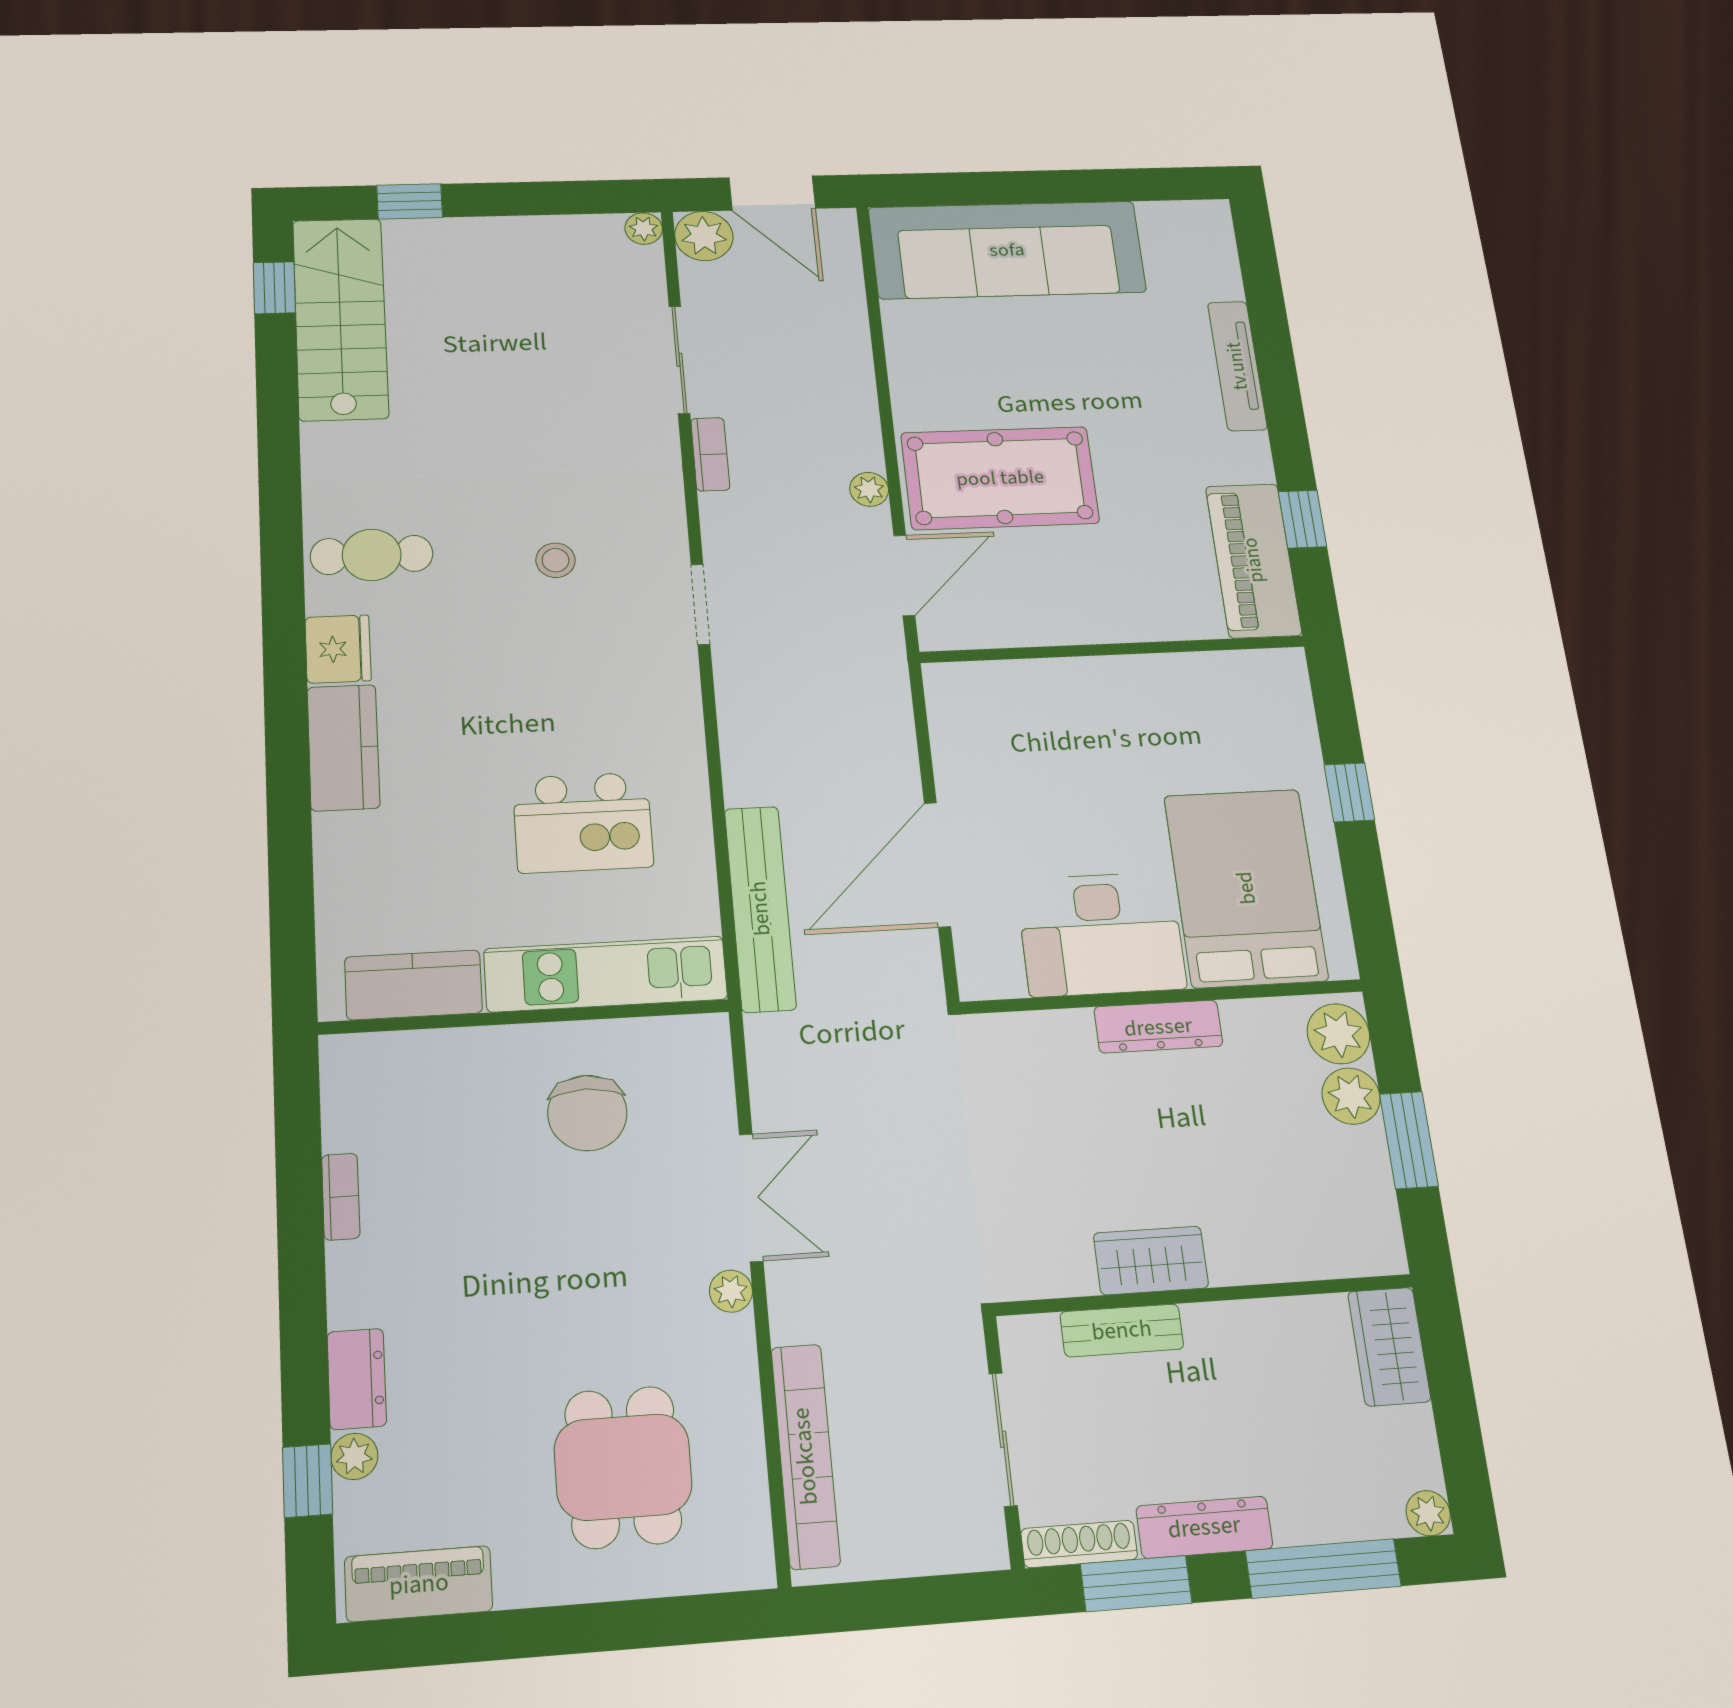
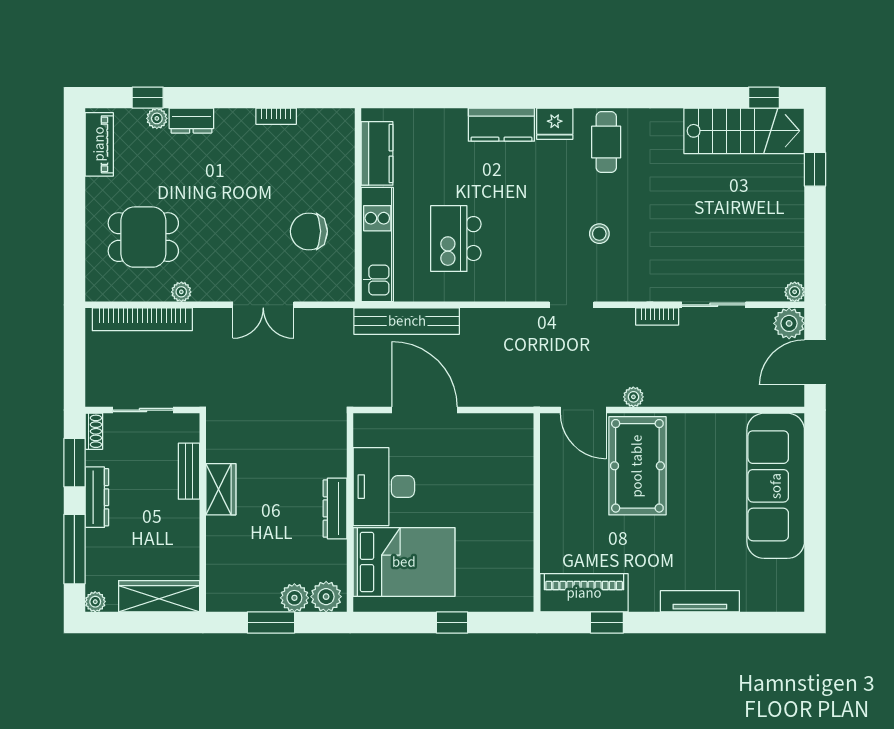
plant: (731, 1291) -> (181, 292), moved
wardrobe: (1389, 1347) -> (159, 596), width x1.50
shoe rack: (1079, 1544) -> (94, 431), width x0.70

